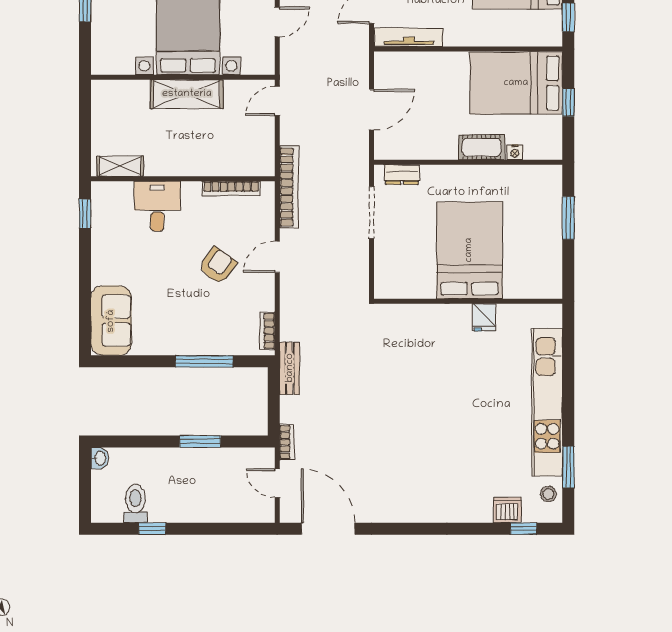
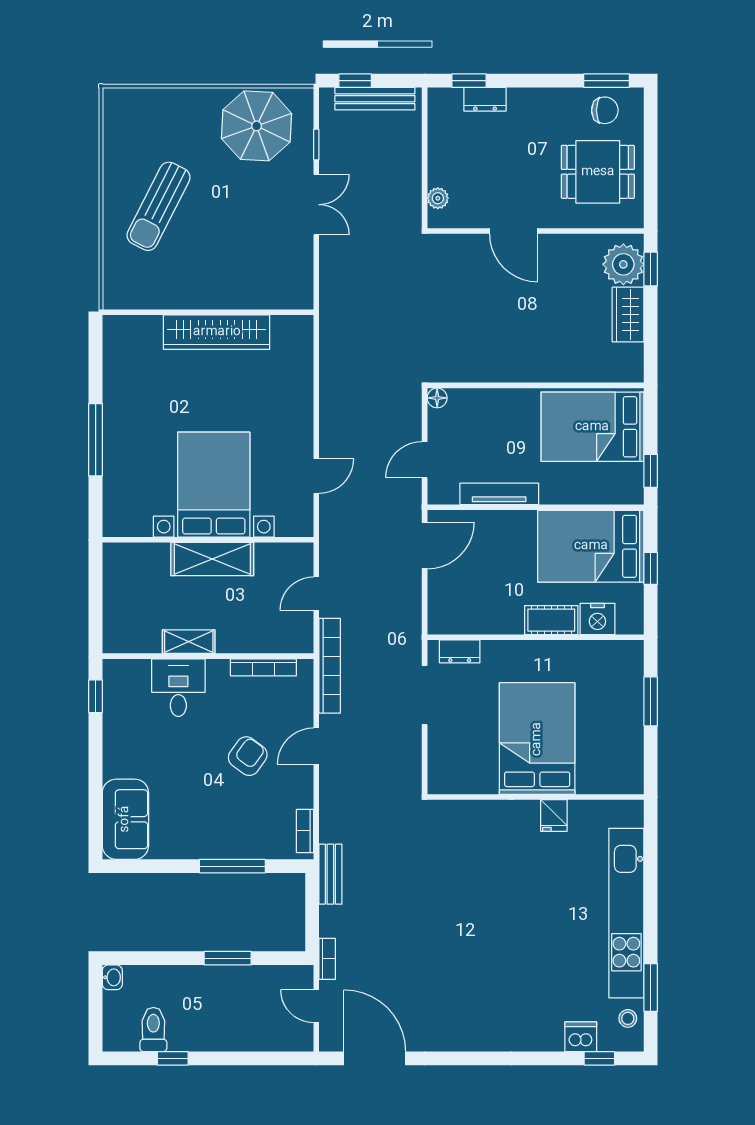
tv unit: (409, 37) -> (499, 494), moved
door: (277, 101) -> (316, 594), moved
door: (371, 110) -> (425, 545), moved
nightstand: (515, 152) -> (597, 619), width x1.89, depth x1.79
shelving: (120, 166) -> (189, 642), moved

